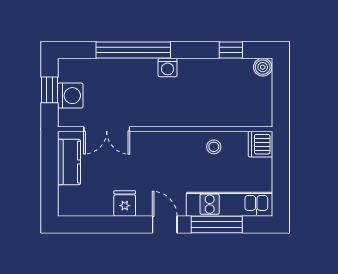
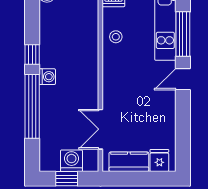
window: (231, 50) -> (32, 54), moved
double door: (107, 129) -> (100, 129), swing flipped
fridge: (125, 203) -> (159, 161), moved, turned 90

